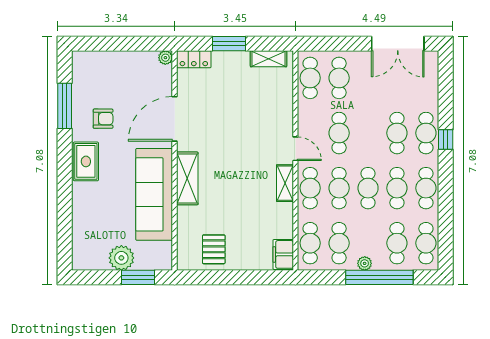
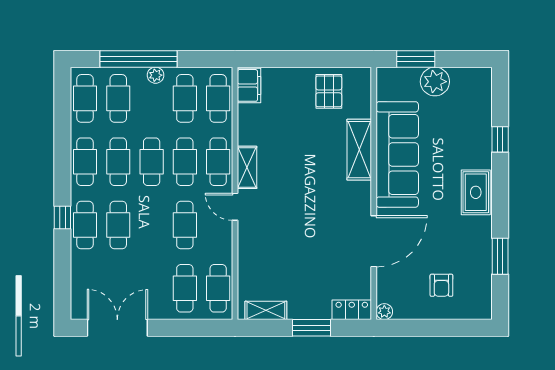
window: (65, 106) -> (500, 256), width x0.69
armchair: (103, 119) -> (441, 285), moved, turned -90
shelving: (187, 178) -> (359, 150), moved
window: (65, 207) -> (500, 139), added

